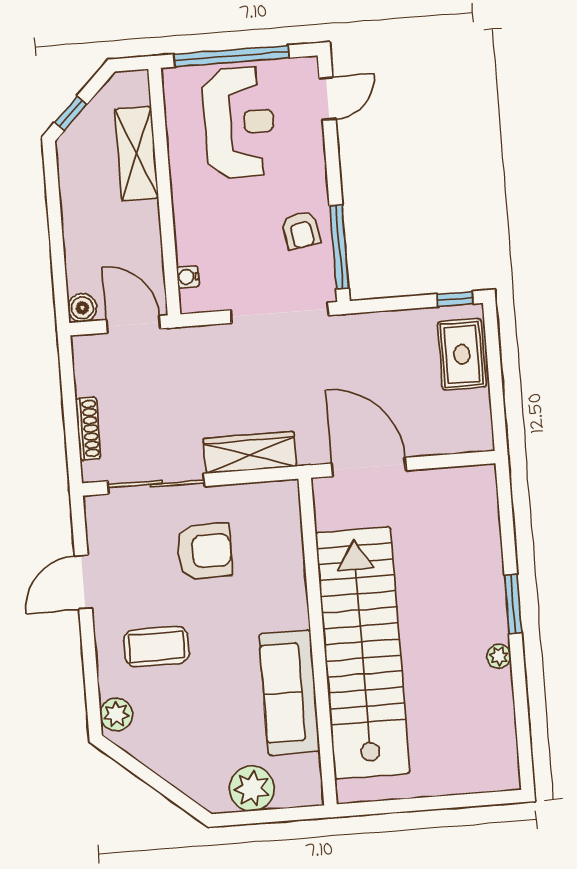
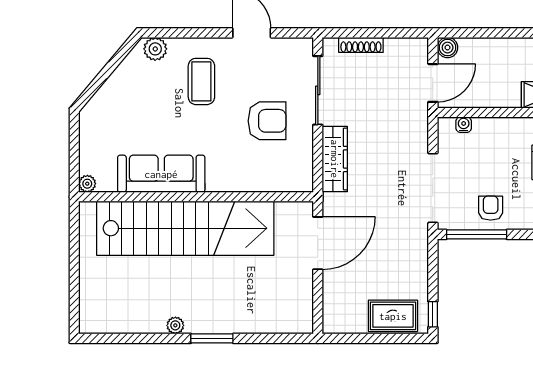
armchair: (301, 230) -> (491, 208), turned 99
armchair: (204, 551) -> (267, 121), turned -90
plant: (252, 789) -> (87, 184), moved, width x0.53, depth x0.53

